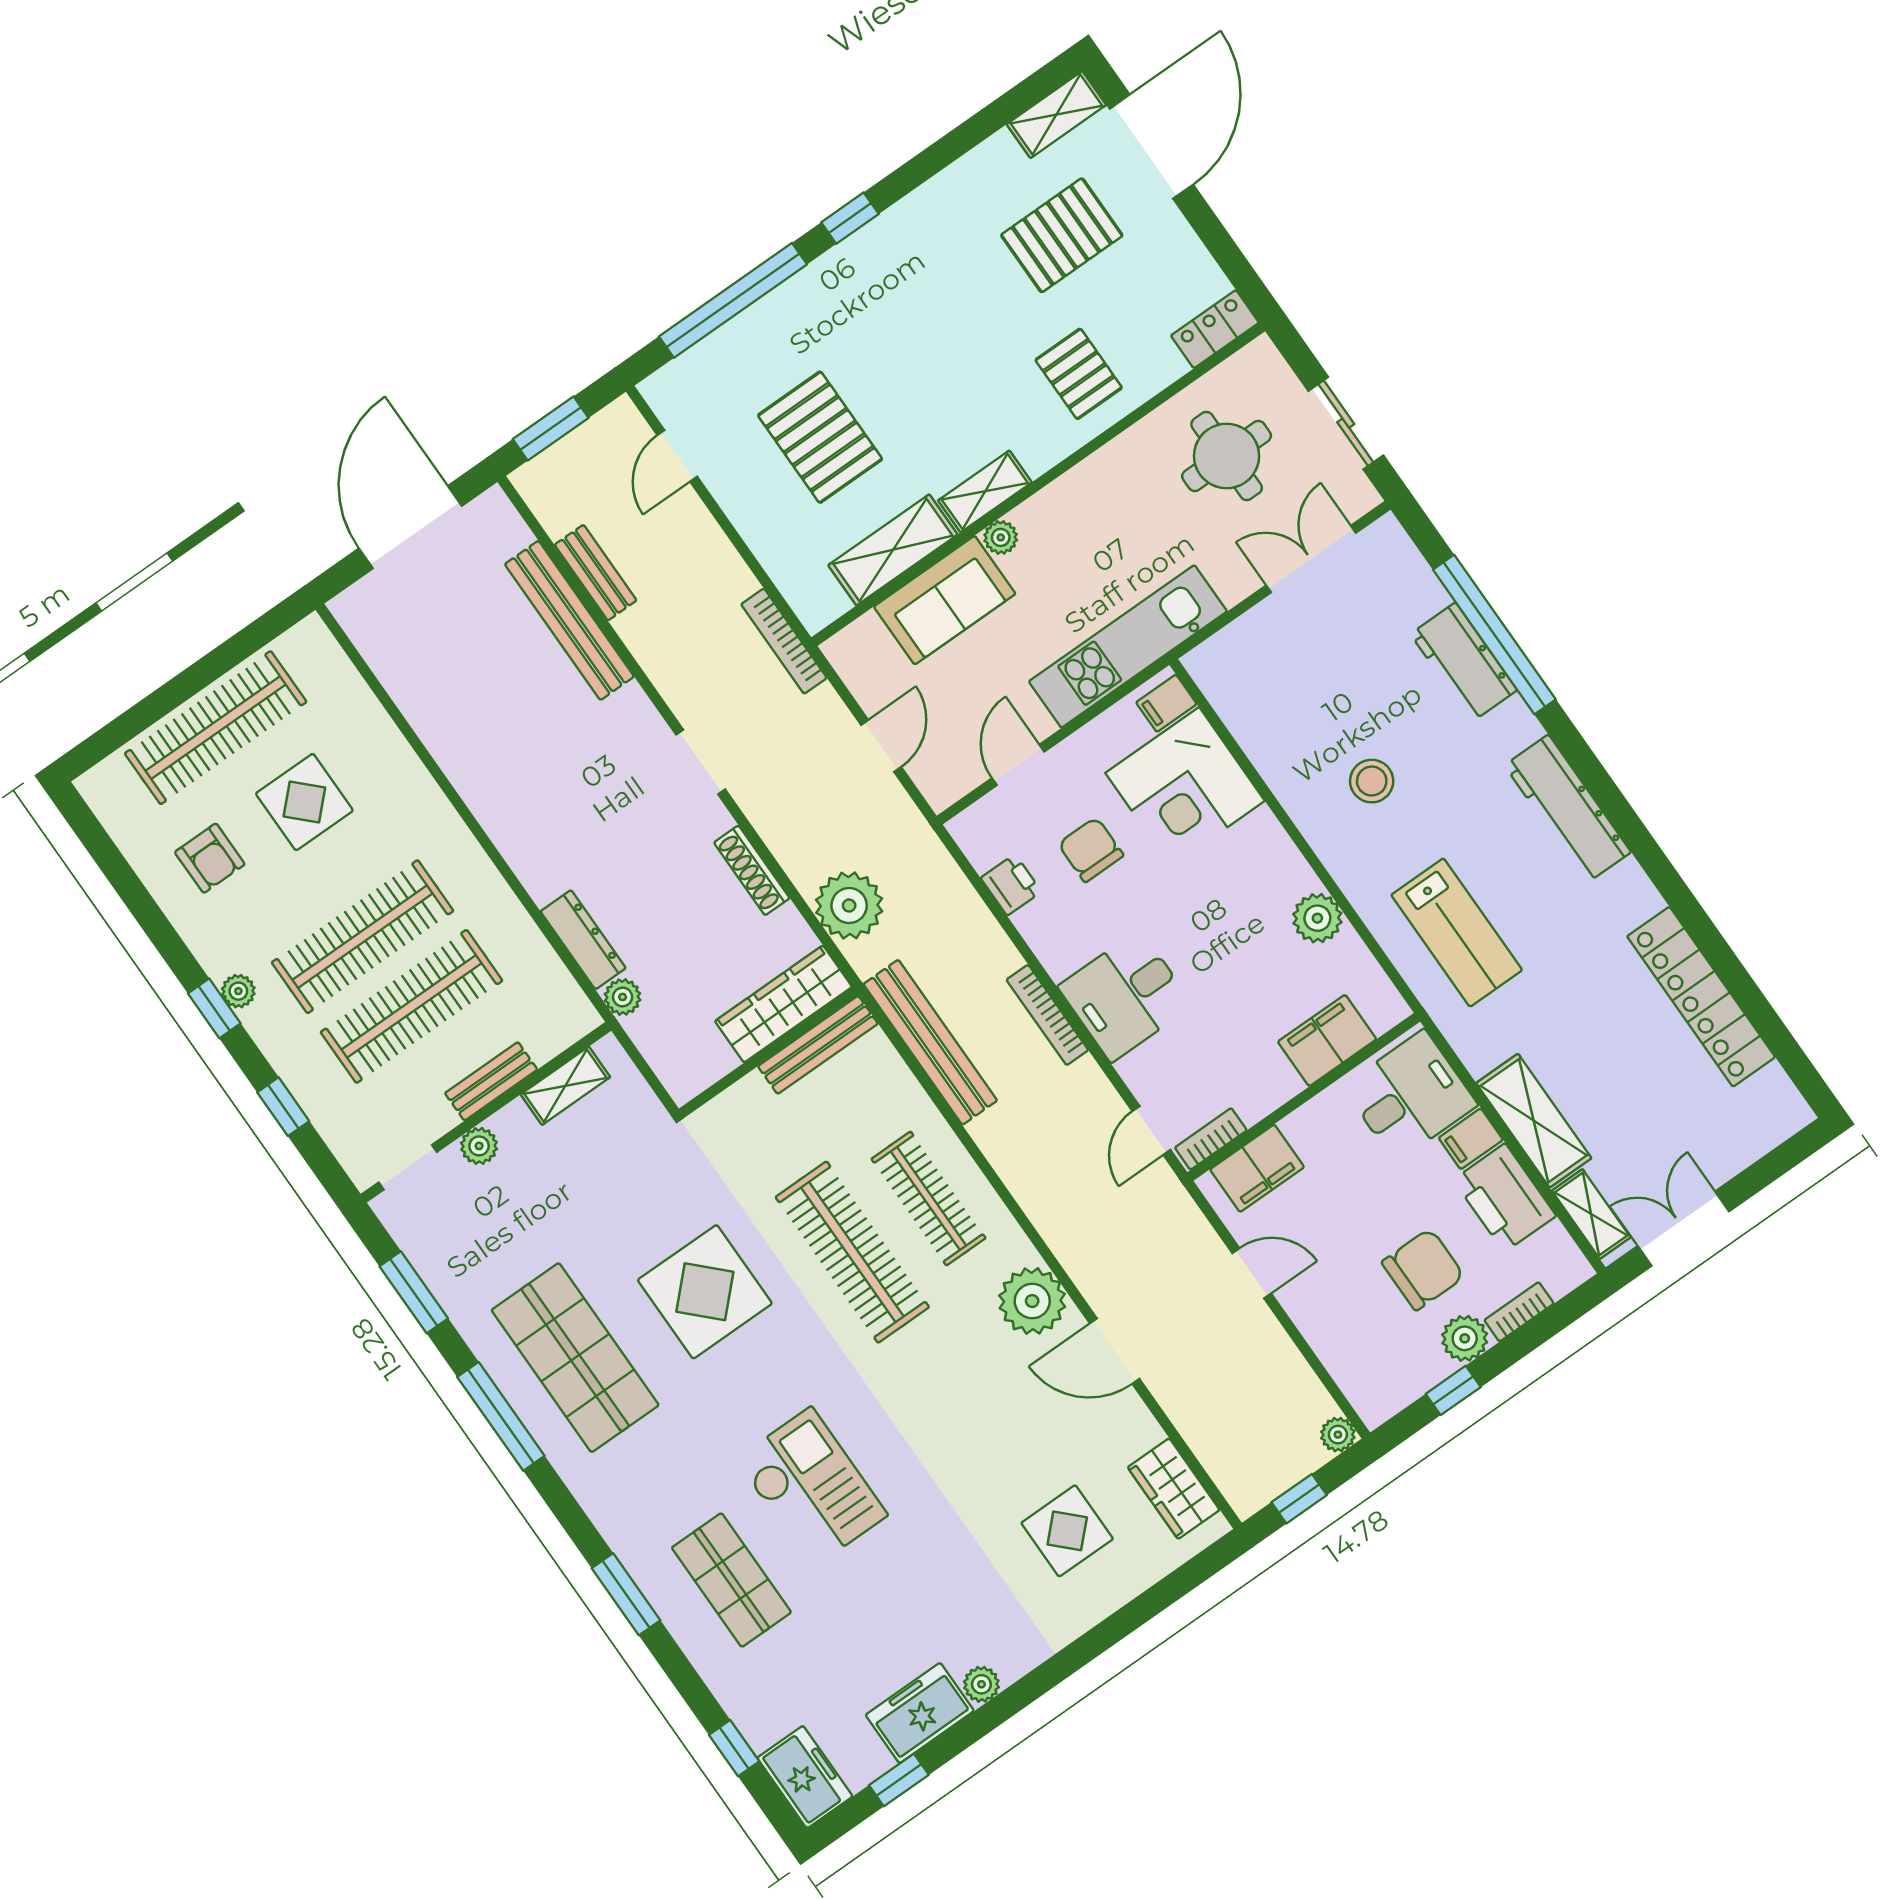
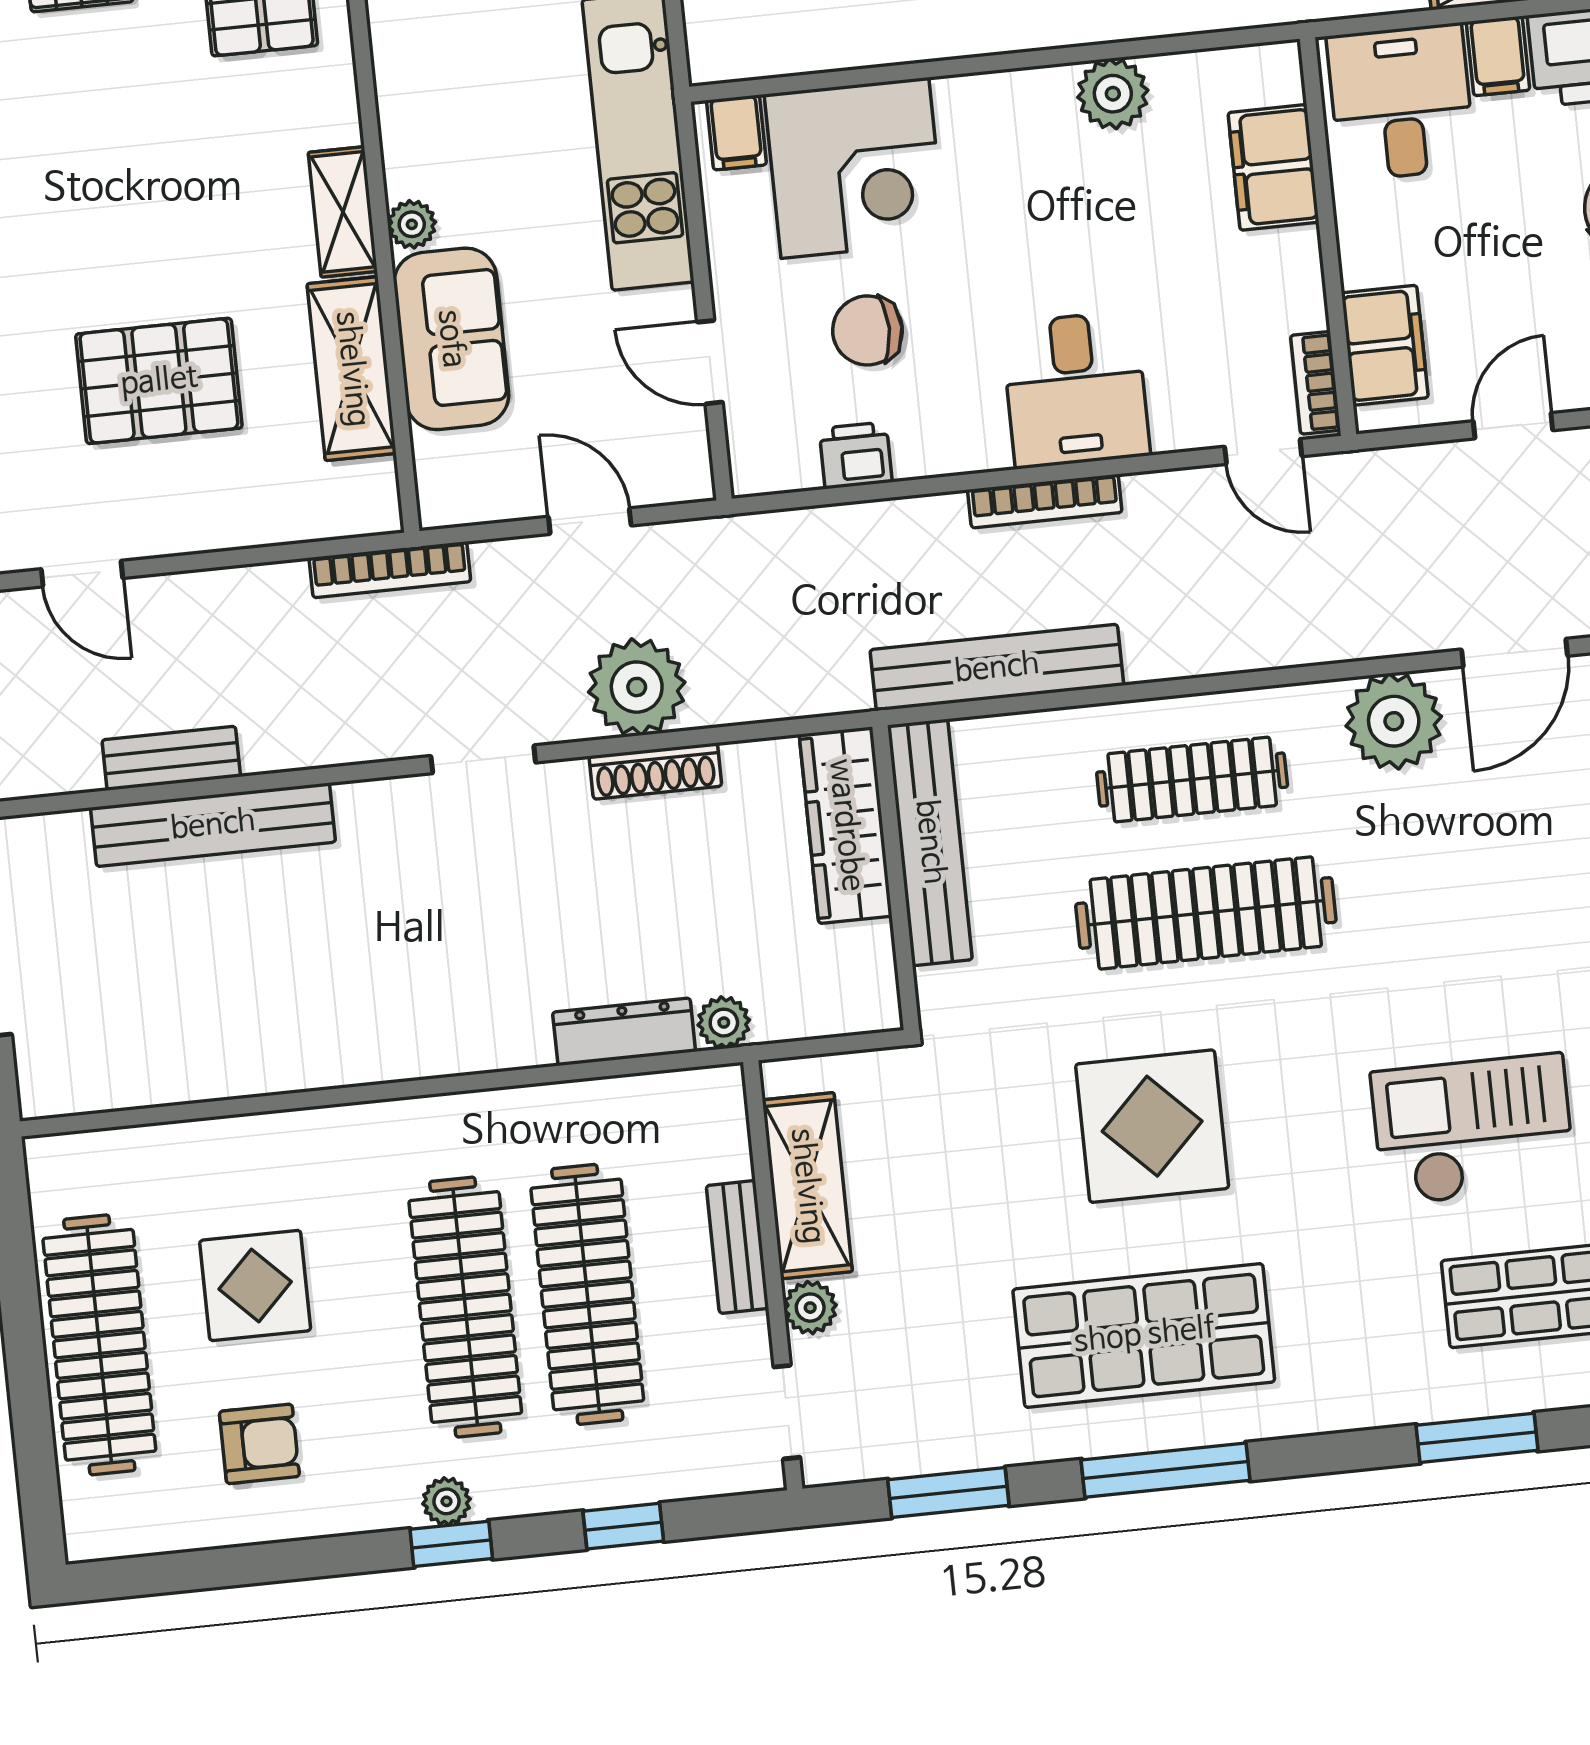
plant: (849, 906) -> (637, 687), moved
bench: (818, 1045) -> (930, 842), width x1.37, depth x1.21
shelving: (565, 1086) -> (807, 1186), width x1.50, depth x1.33

